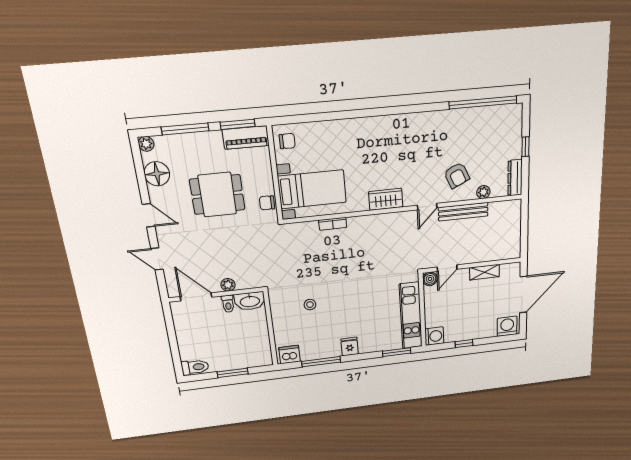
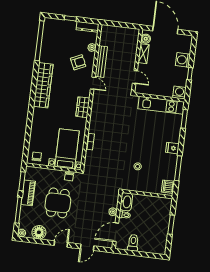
wardrobe: (410, 125) -> (43, 85), added
piano: (246, 138) -> (28, 193), moved
boiler: (430, 279) -> (146, 39), moved
washing machine: (507, 326) -> (183, 60), moved
toilet: (195, 367) -> (133, 243), moved

